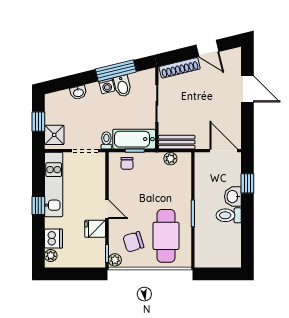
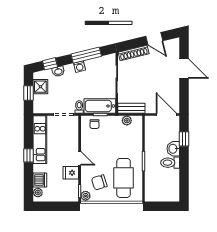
window: (67, 82) -> (50, 64), added
bidet: (122, 86) -> (91, 67), removed
shower: (54, 135) -> (40, 87), moved

